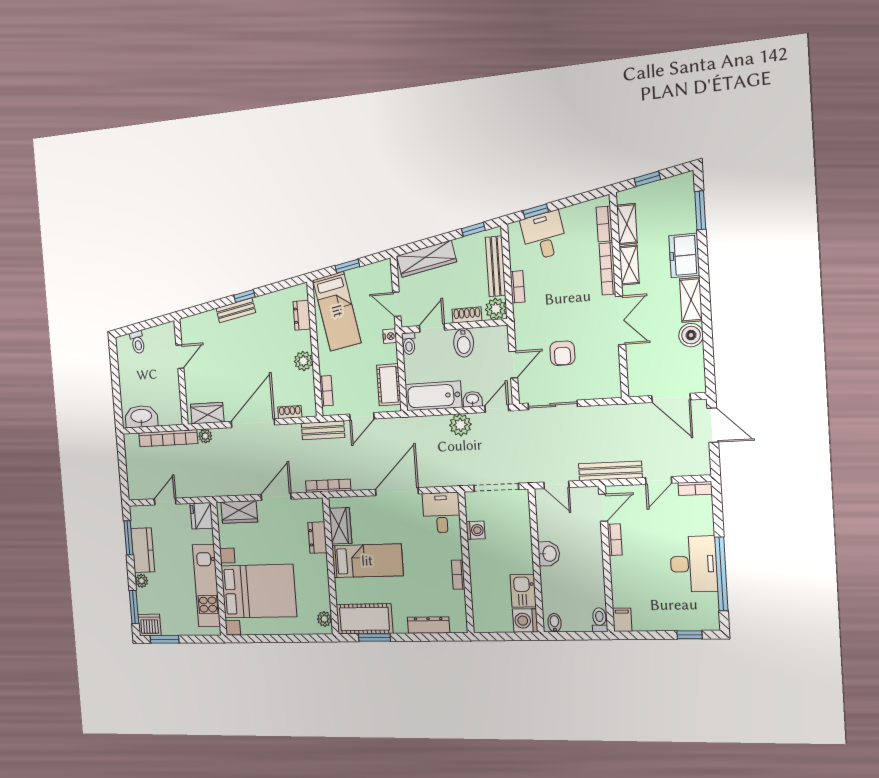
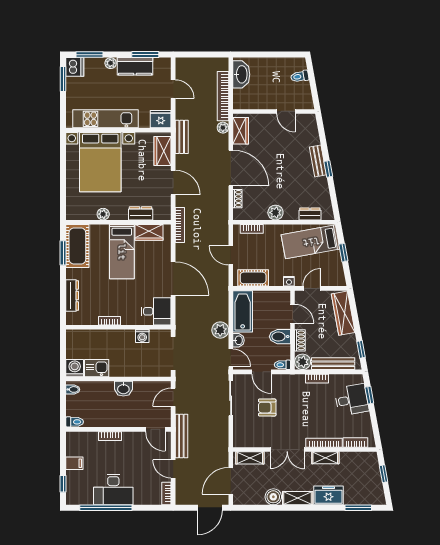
shelving: (627, 224) -> (250, 458), moved
toilet: (409, 344) -> (282, 365), moved
bench: (323, 430) -> (182, 137), moved
bookcase: (615, 540) -> (110, 436), moved
plant: (324, 619) -> (103, 214), moved
filing cabinet: (622, 620) -> (74, 463), moved

